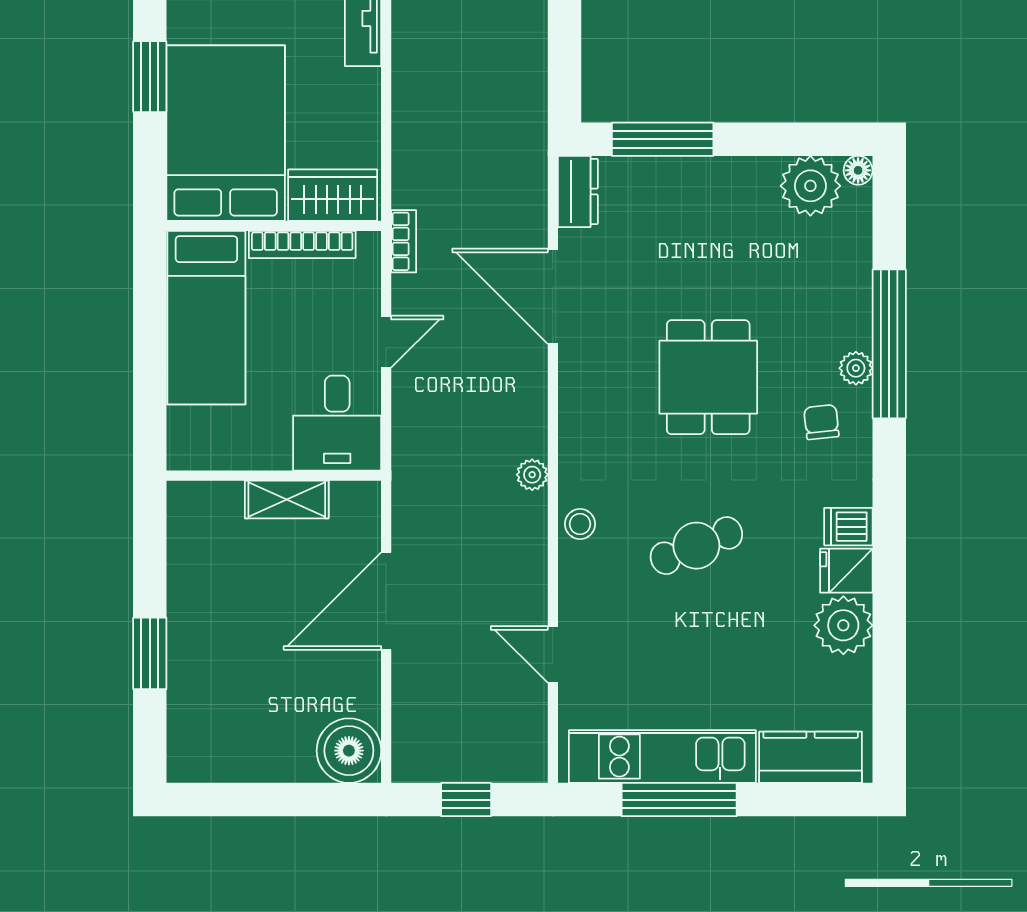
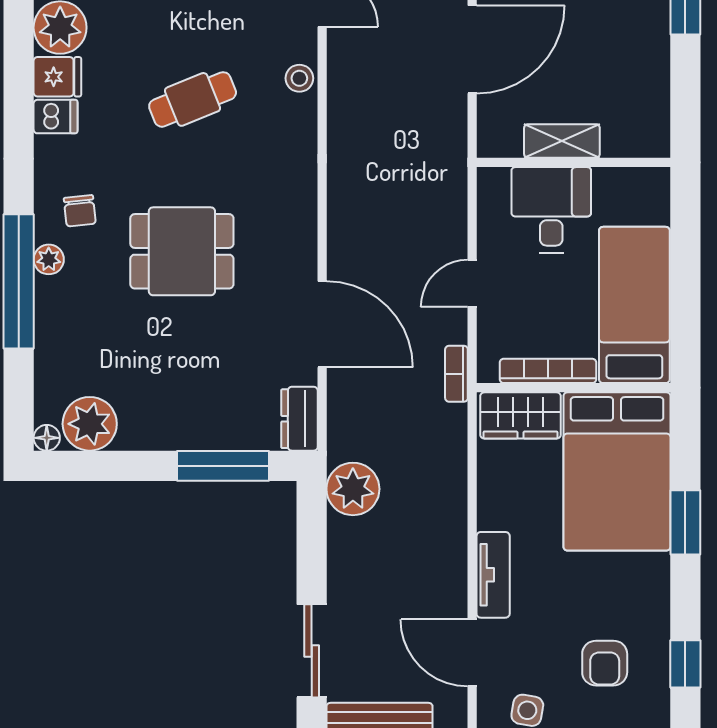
dining table: (708, 377) -> (182, 251), turned 90
desk: (337, 423) -> (551, 210), moved
plant: (532, 475) -> (353, 489), moved, width x1.87, depth x1.87
stool: (580, 524) -> (299, 78), moved

